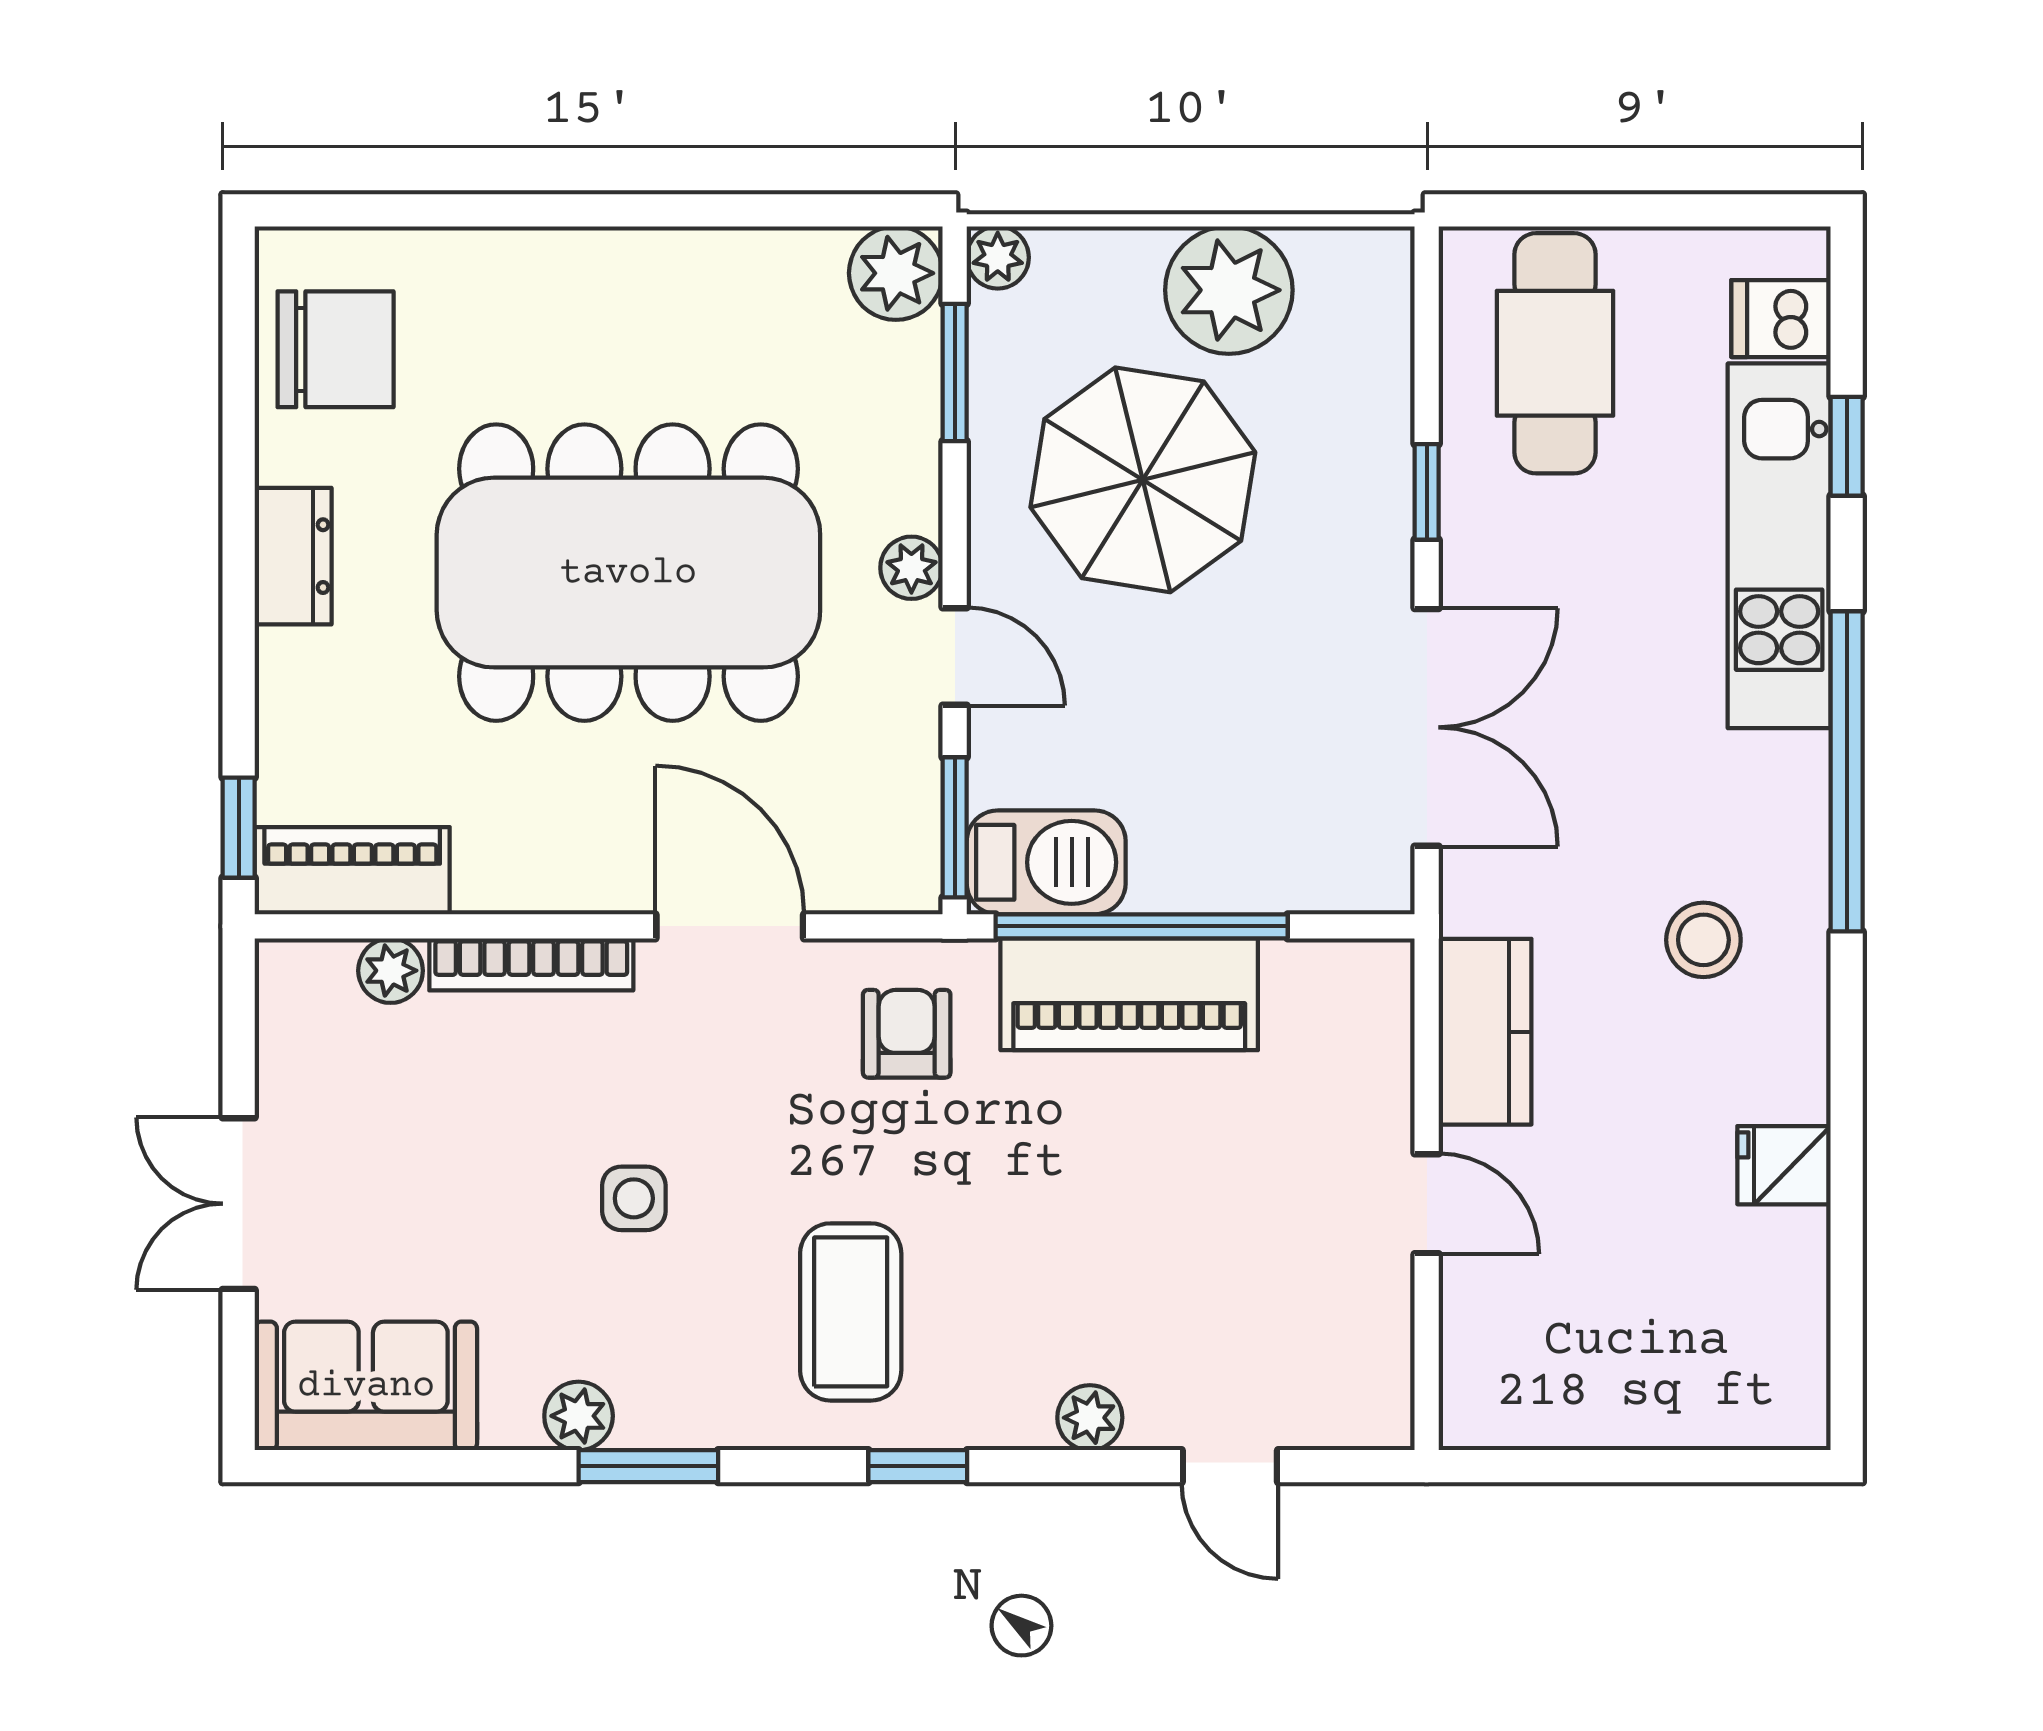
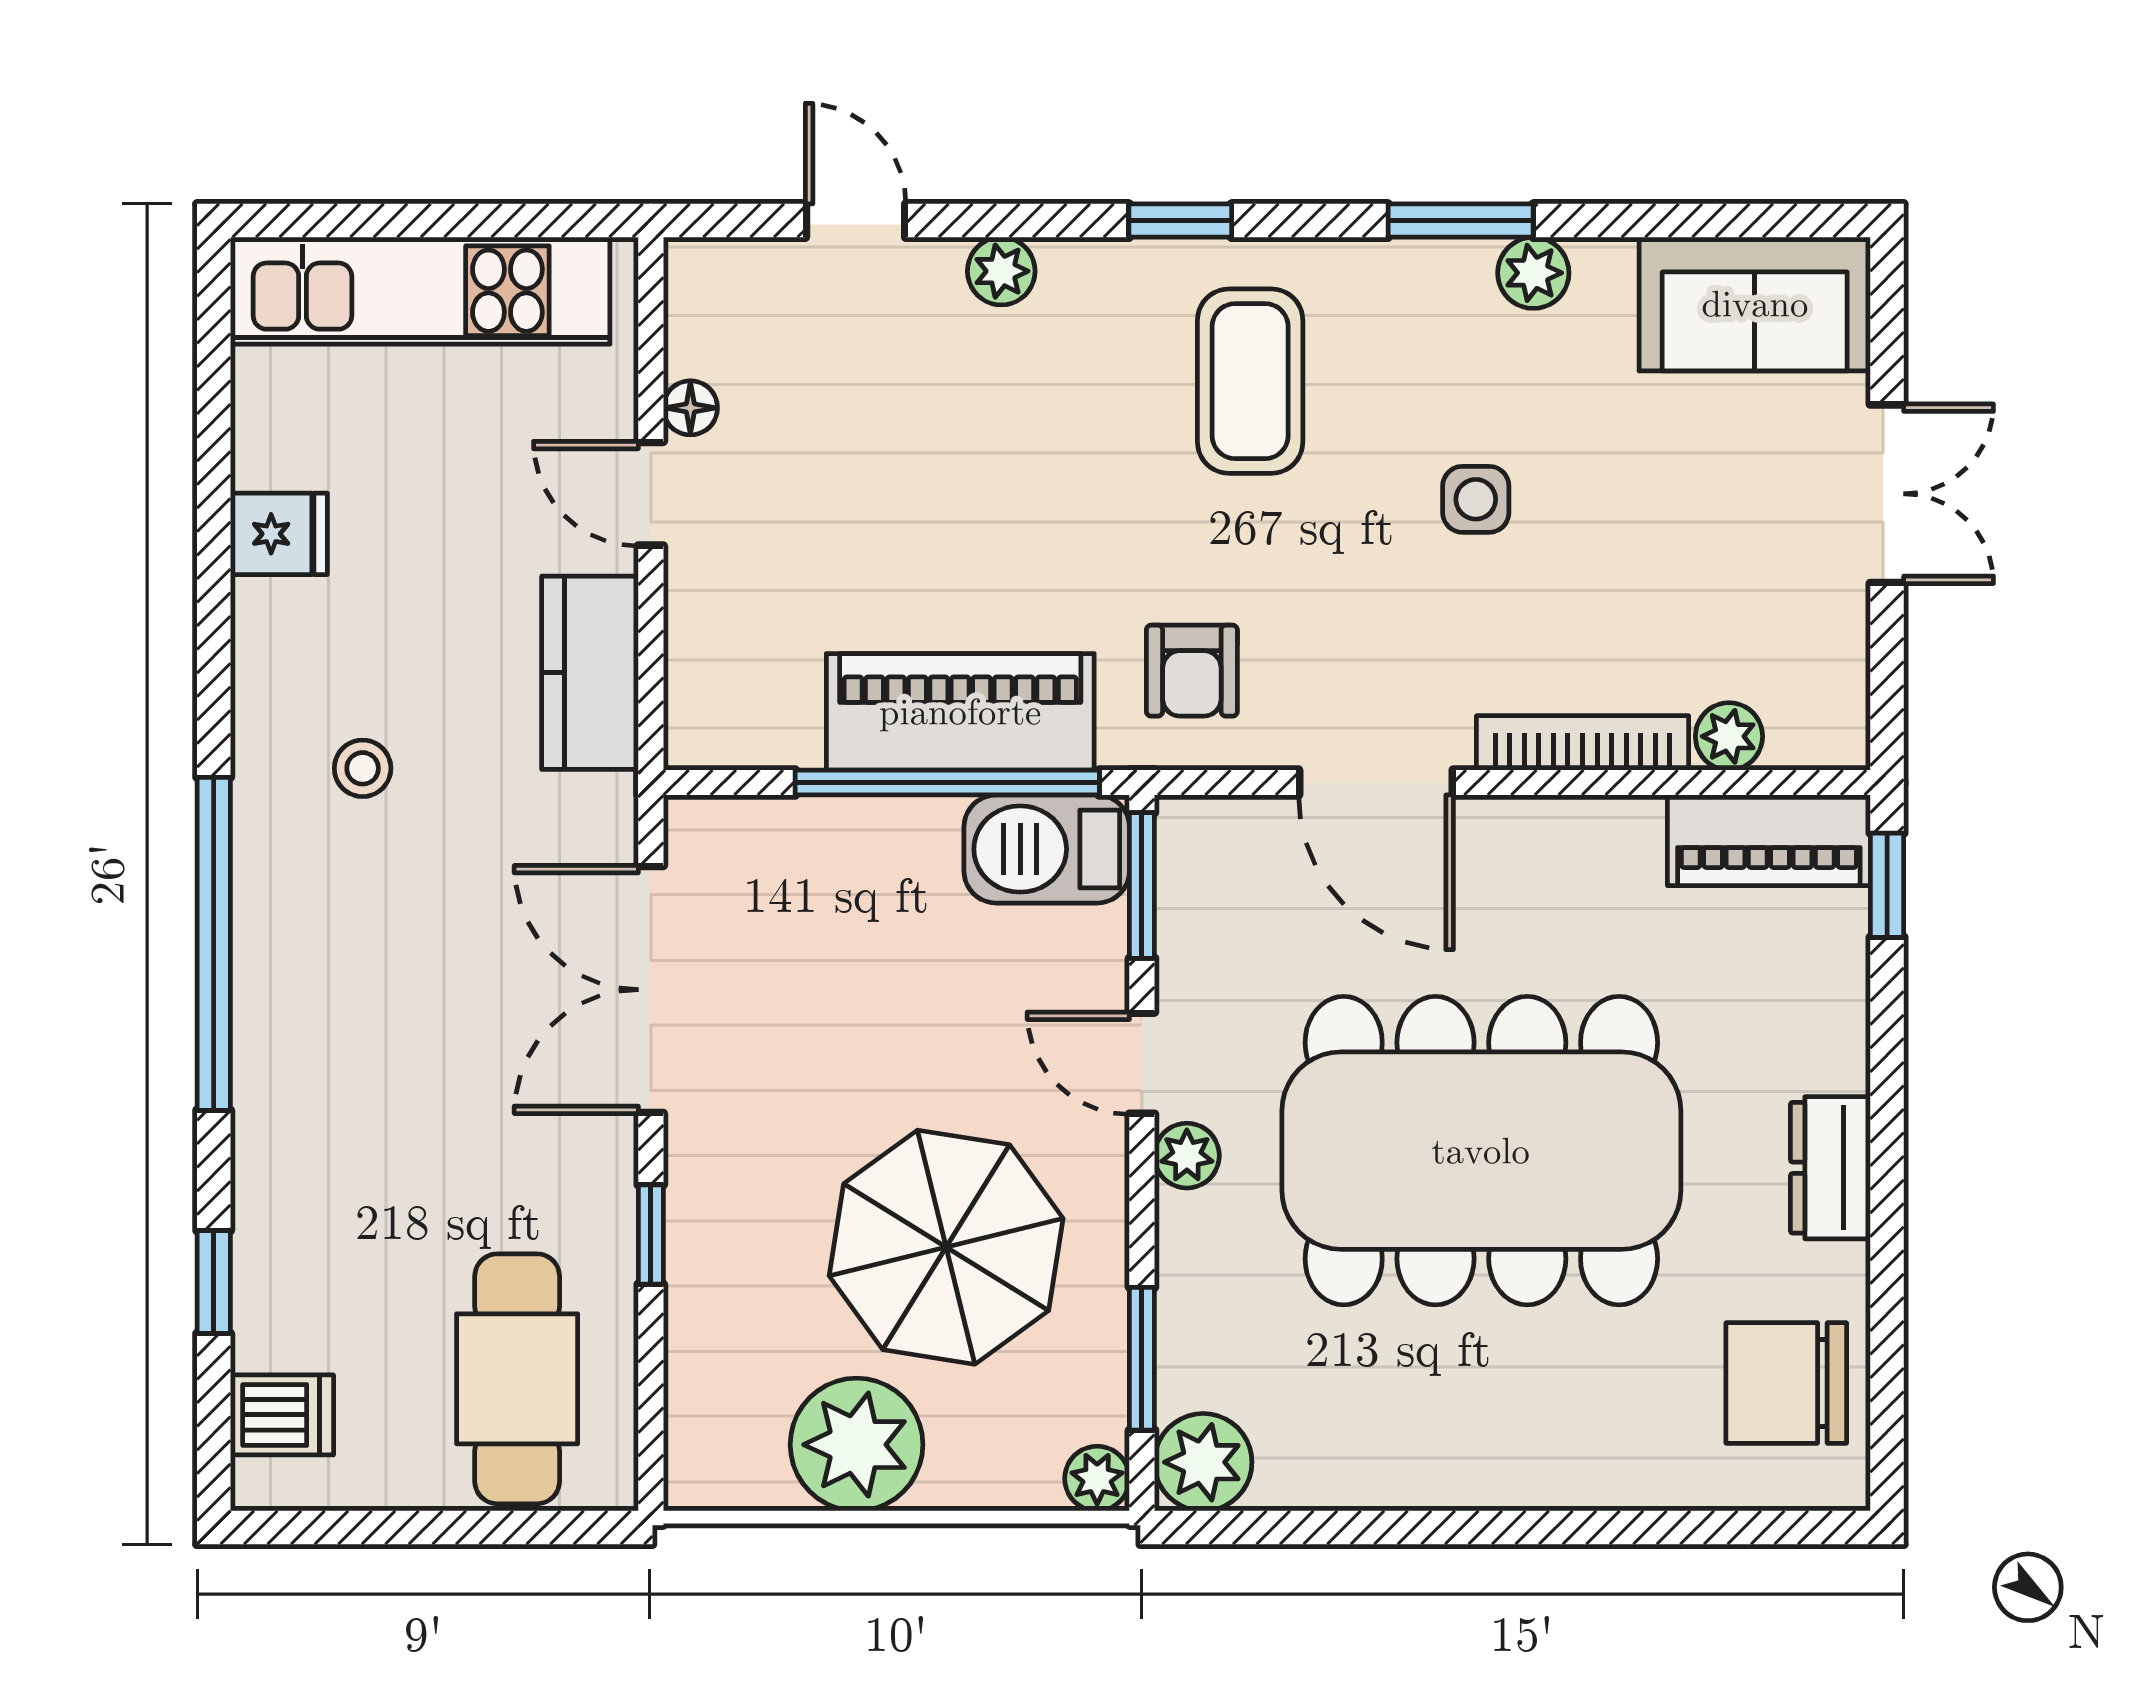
kitchen unit: (1779, 546) -> (420, 291), moved, turned 90
stool: (1703, 940) -> (363, 768), width x0.73, depth x0.73
floor lamp: (1389, 1286) -> (690, 408), added

